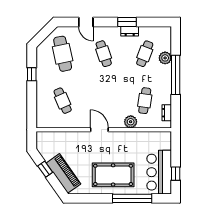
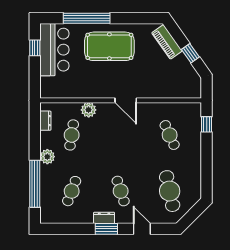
window: (127, 22) -> (106, 229), moved
dresser: (130, 31) -> (104, 218), moved
plant: (165, 58) -> (47, 157), moved
window: (32, 74) -> (207, 124), moved
window: (176, 75) -> (35, 184), moved
piano: (64, 173) -> (167, 42), width x0.73, depth x0.75

